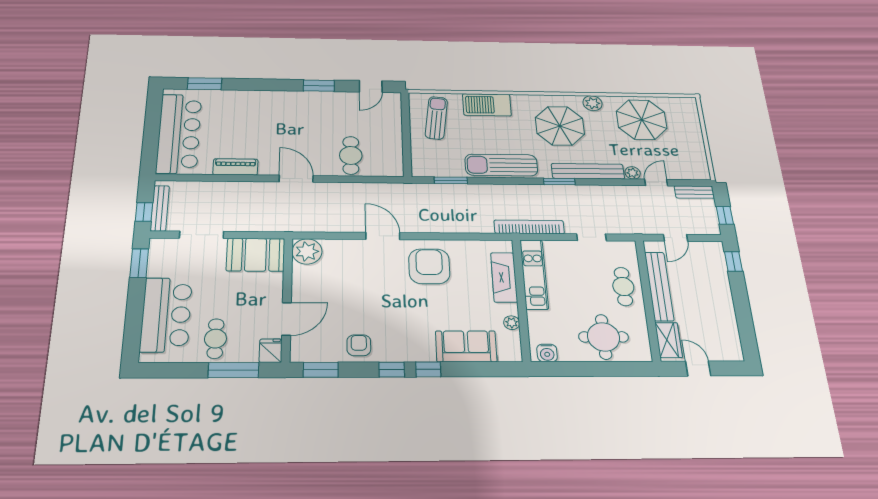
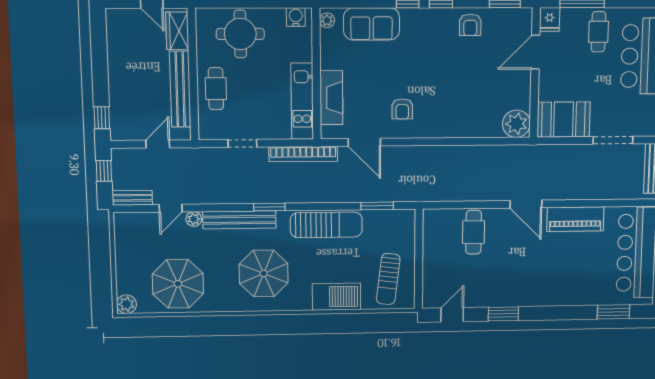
plant: (593, 103) -> (126, 304), moved
piano: (235, 167) -> (575, 219), width x1.37, depth x1.33
door: (383, 236) -> (364, 142), moved
armchair: (429, 266) -> (402, 109), width x0.53, depth x0.53
plant: (512, 323) -> (327, 20), moved

